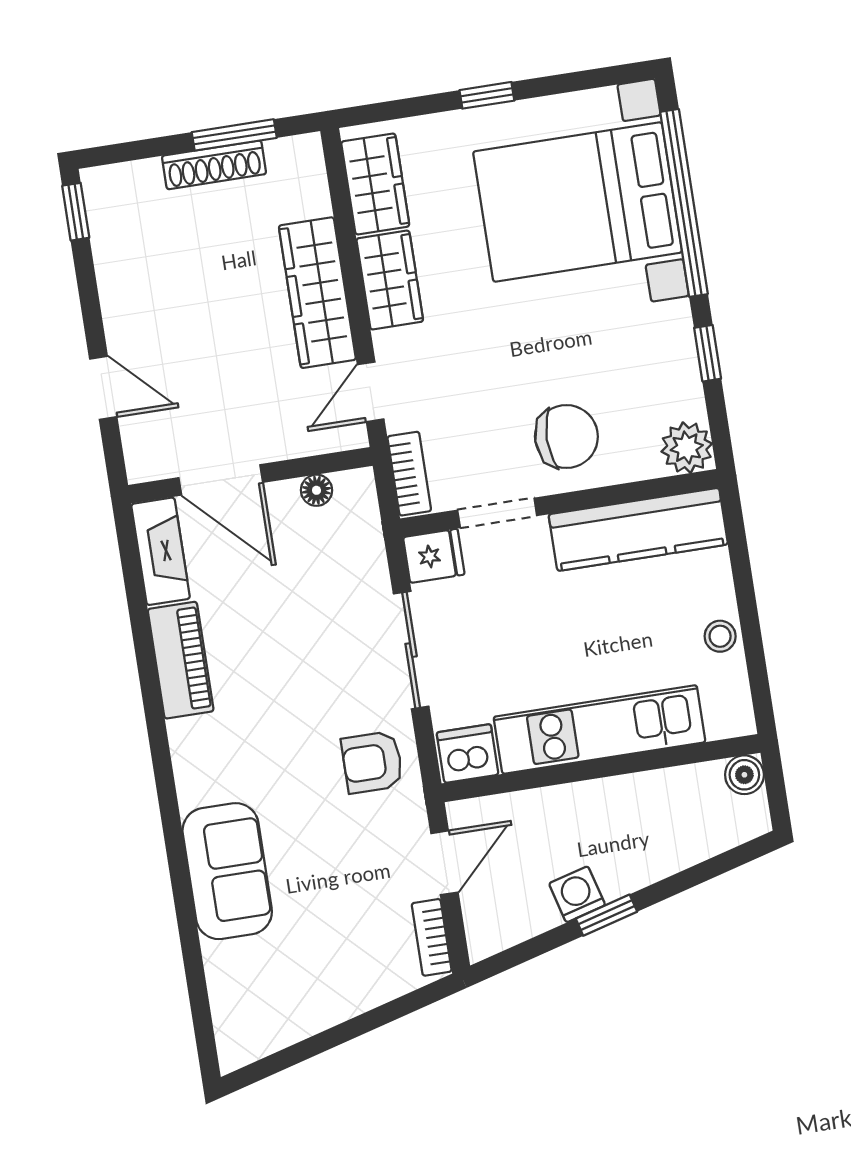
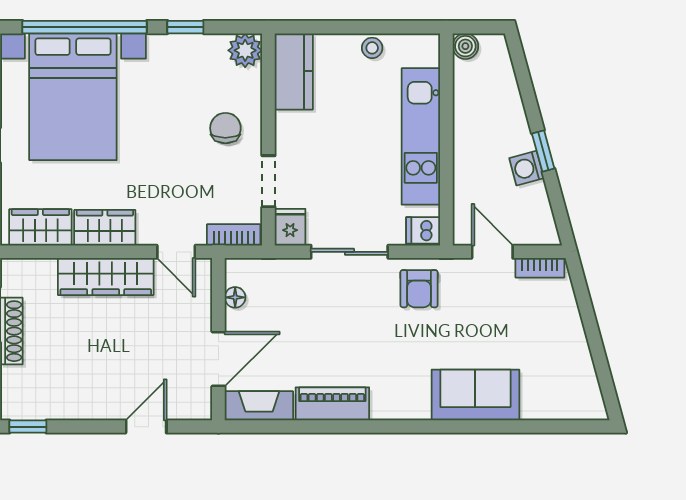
chair: (566, 437) -> (225, 128), width x0.73, depth x0.73
kitchen counter: (638, 529) -> (294, 71), width x0.67
dishwasher: (468, 754) -> (423, 230), width x0.73

